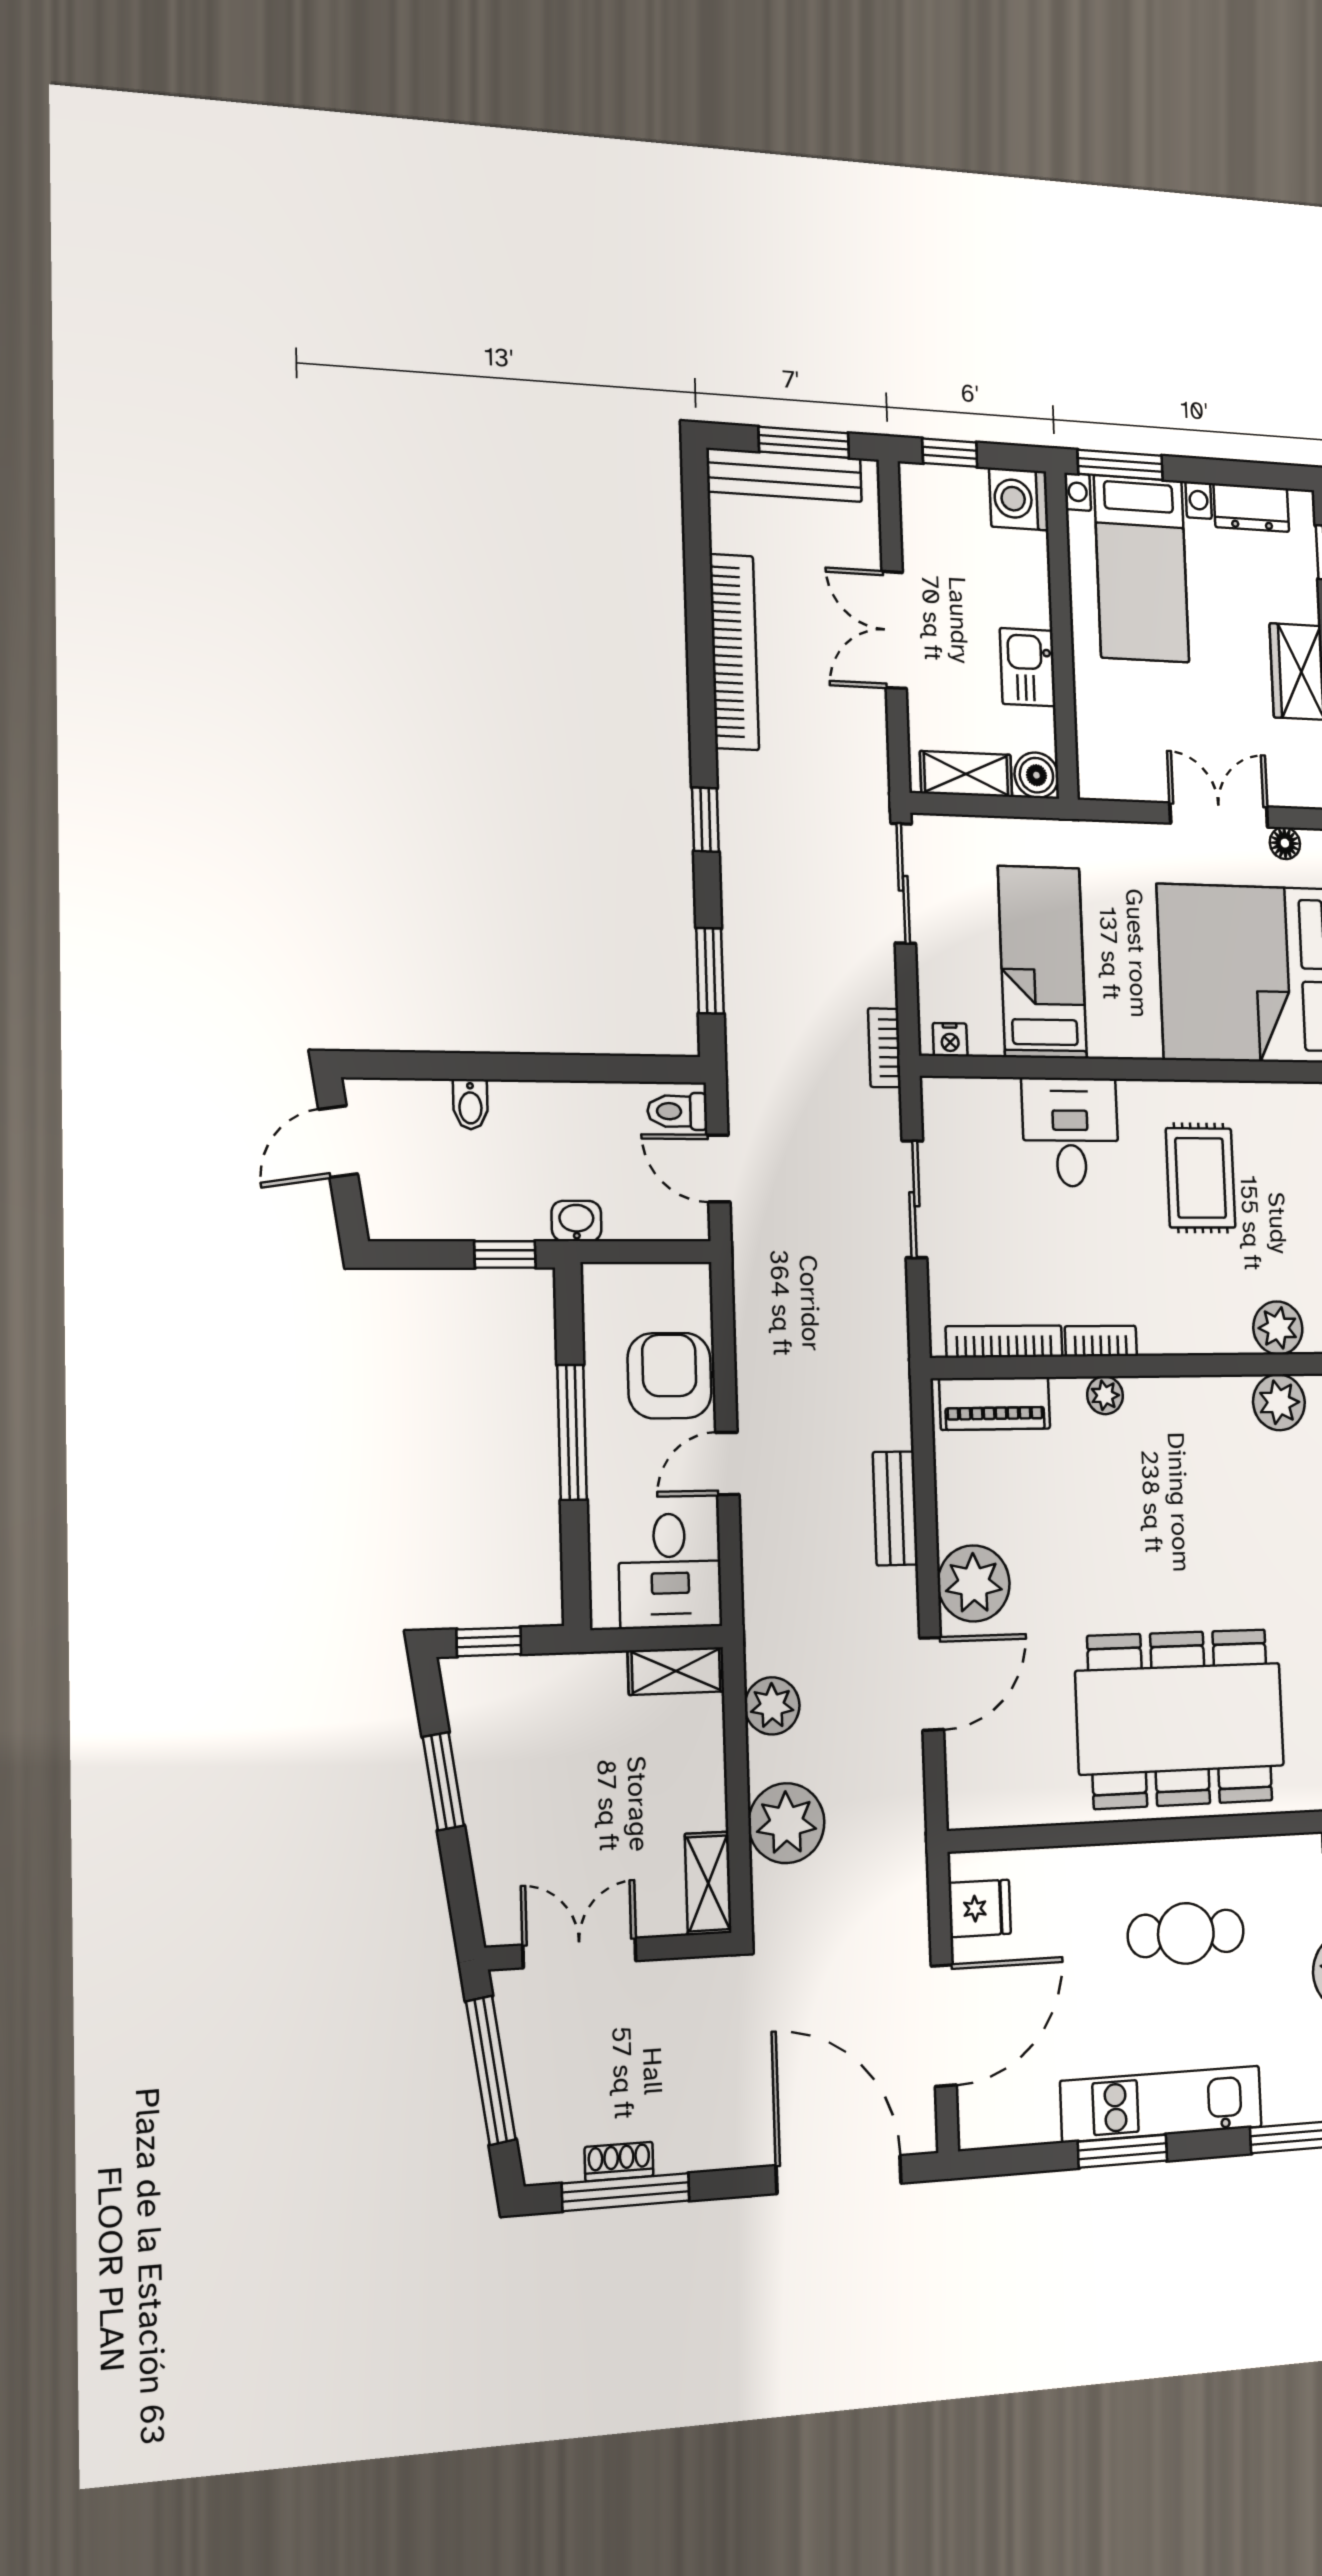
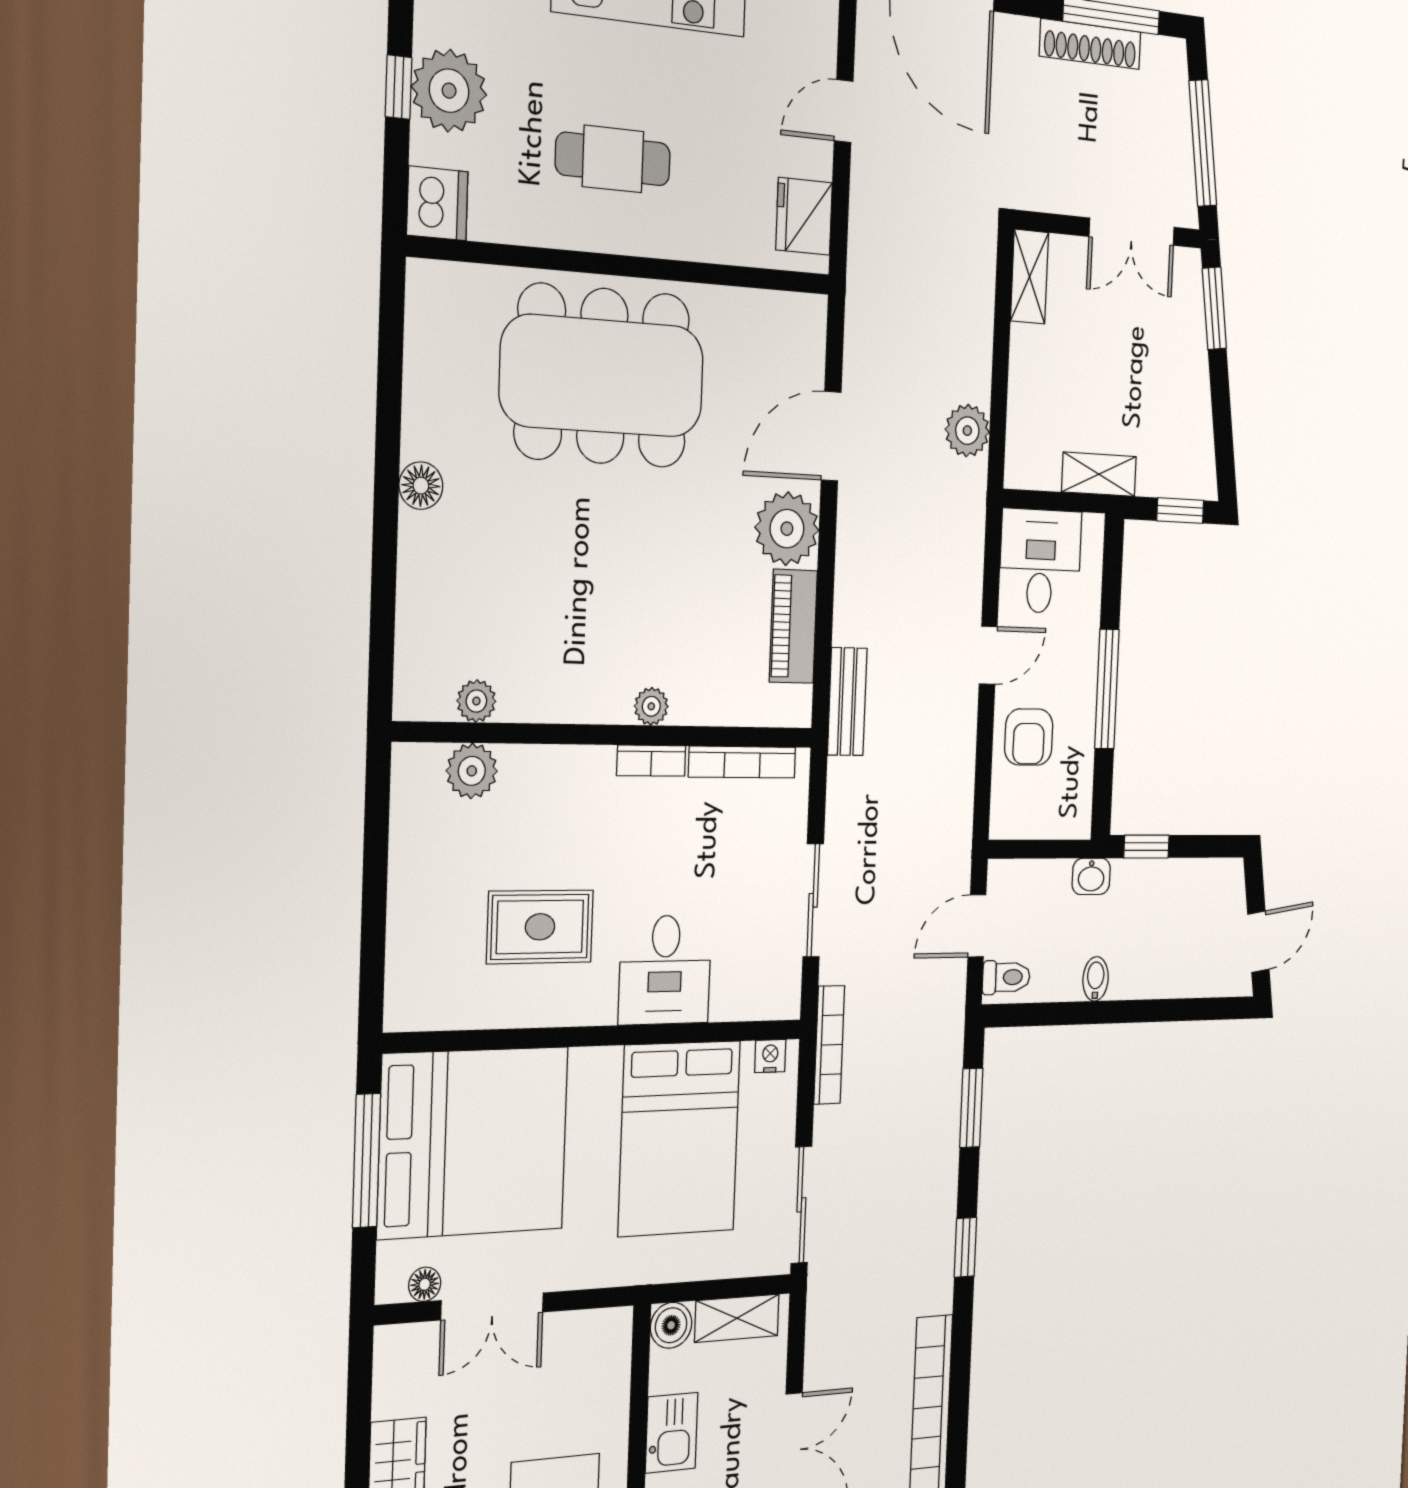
bed: (1042, 962) -> (679, 1138), width x1.50
bookcase: (884, 1048) -> (829, 1045), width x1.56
bidet: (470, 1104) -> (1096, 979), moved
door: (718, 1169) -> (977, 926), swing flipped
rug: (1201, 1178) -> (540, 927), turned 90
armchair: (669, 1376) -> (1029, 737), width x0.72, depth x0.72
plant: (1279, 1402) -> (476, 701), width x0.73, depth x0.73
piano: (995, 1403) -> (793, 626), moved, turned -90
bench: (895, 1508) -> (847, 702), moved
shelving: (676, 1671) -> (1099, 474), moved
window: (443, 1781) -> (1214, 308), moved
plant: (786, 1823) -> (963, 322), removed
fridge: (980, 1908) -> (804, 216), width x1.38
door: (944, 2025) -> (844, 111), width x0.53
shoe rack: (619, 2162) -> (1090, 44), width x1.94, depth x1.24

